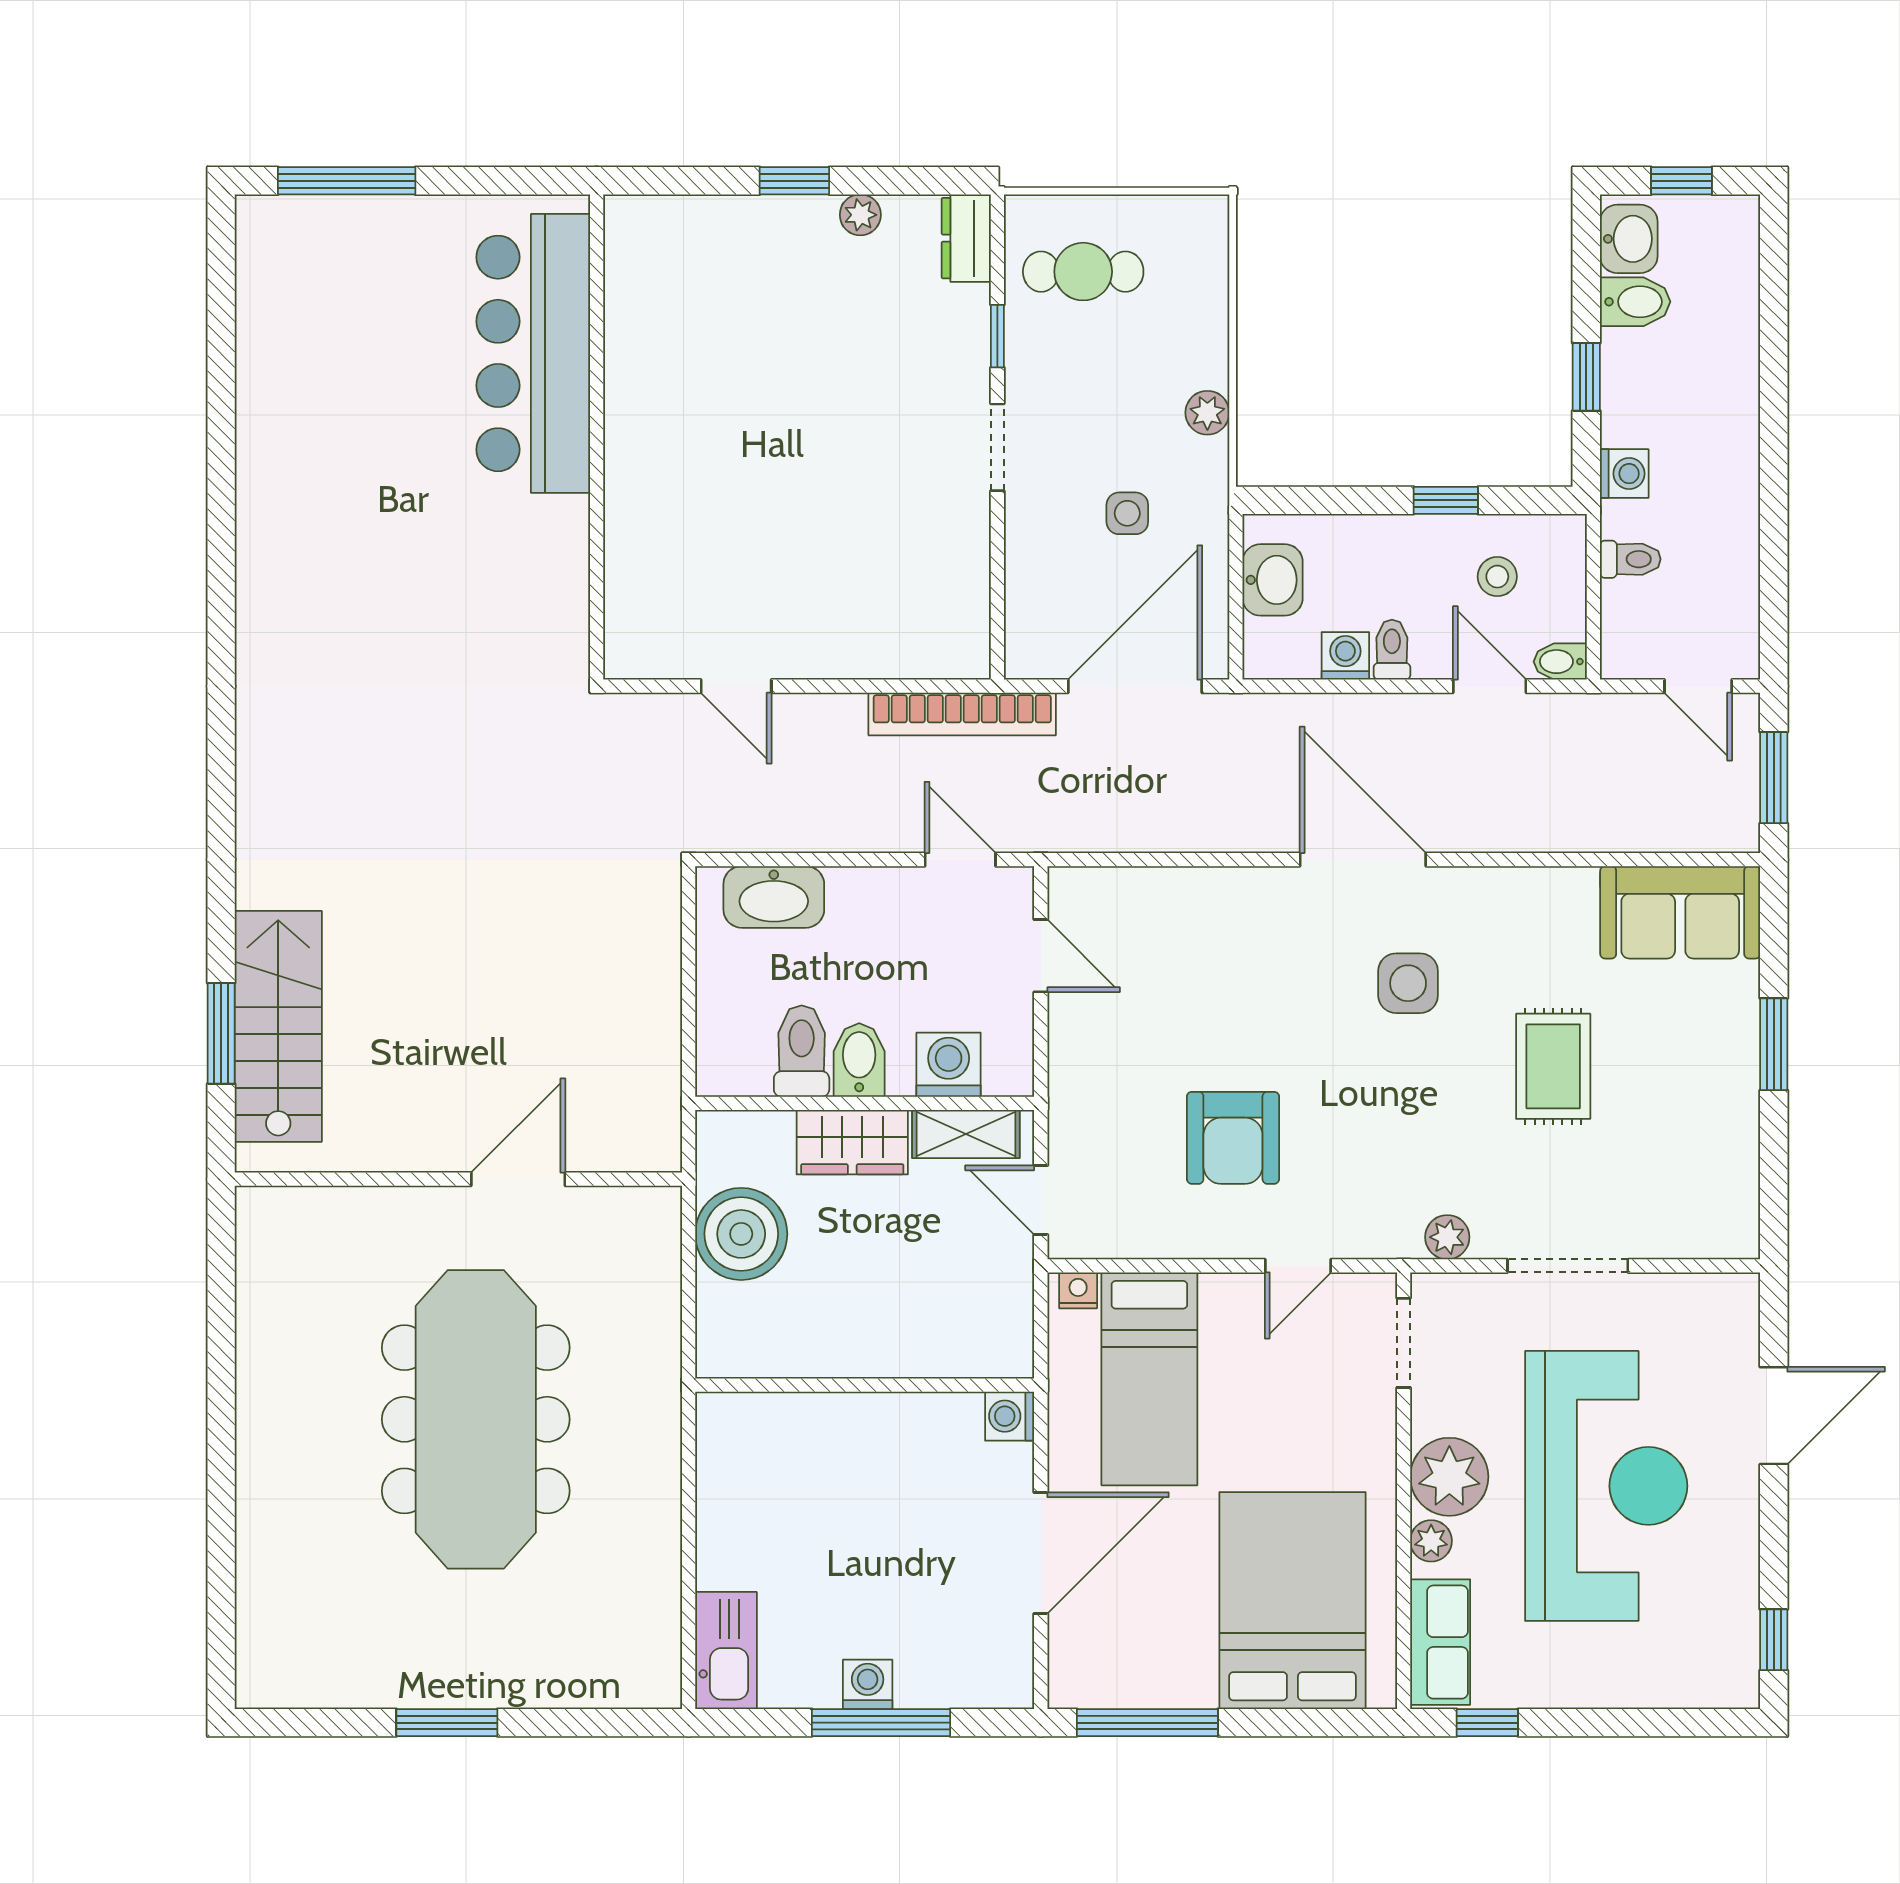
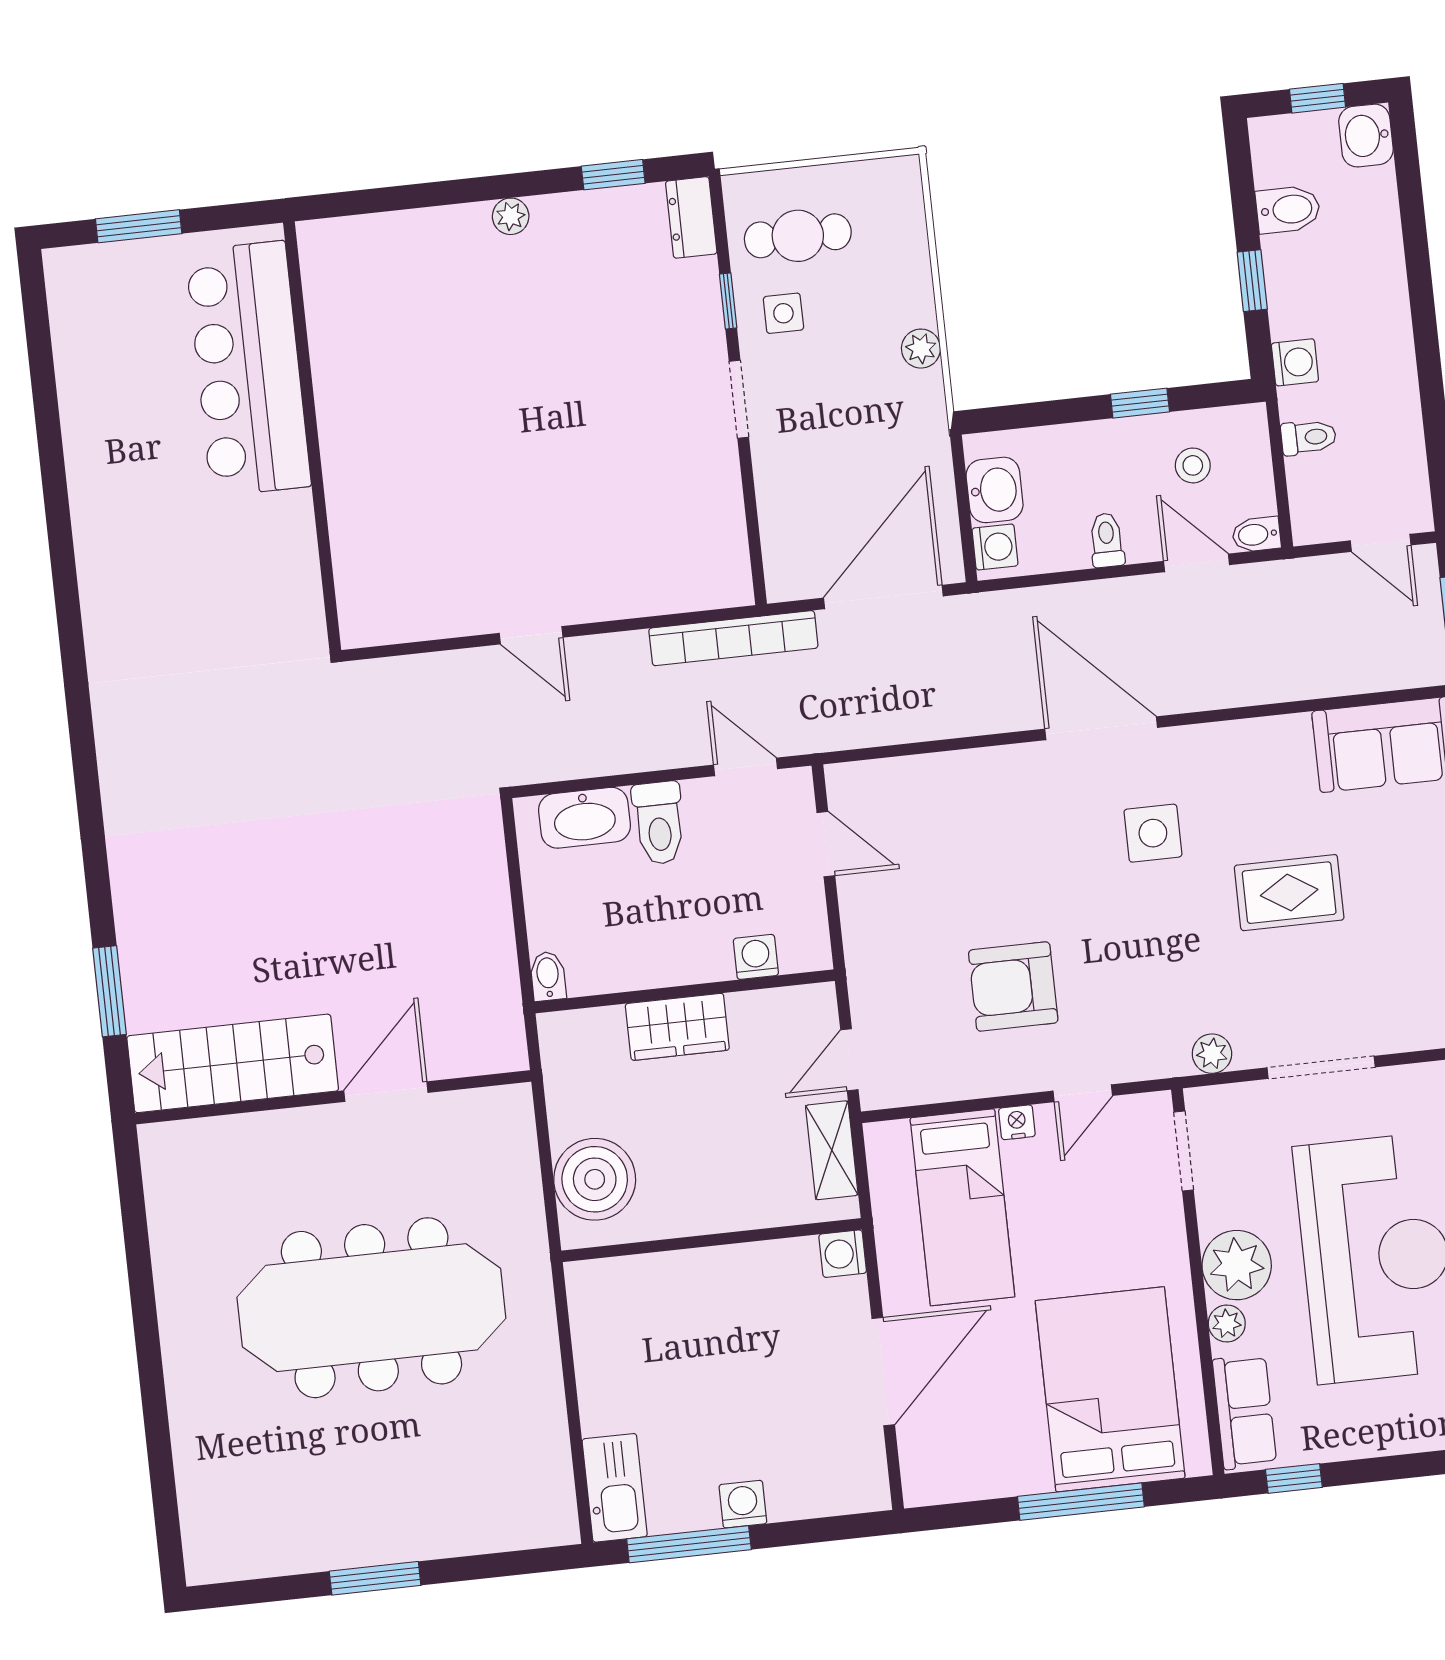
window: (347, 181) -> (139, 226), width x0.69
window: (794, 181) -> (613, 175), moved
plant: (860, 215) -> (511, 216), moved
washbasin: (1629, 239) -> (1366, 136), moved, turned 180
bar counter: (533, 353) -> (248, 369), moved
wall: (597, 437) -> (312, 436), moved
side table: (1127, 513) -> (783, 313), moved
washing machine: (1345, 656) -> (995, 547), moved, turned 90
stairs: (278, 1026) -> (233, 1063), moved, turned -90
toilet: (802, 1051) -> (659, 823), moved, turned 180
bidet: (859, 1060) -> (548, 976), moved, width x0.72, depth x0.74
washing machine: (949, 1065) -> (756, 957), width x0.73, depth x0.73
rug: (1553, 1066) -> (1289, 893), turned 90
shelving: (966, 1134) -> (832, 1150), moved, turned 90
armchair: (1233, 1138) -> (1013, 986), turned 90
door: (1041, 1200) -> (849, 1060), hinge flipped
boiler: (741, 1234) -> (595, 1179), moved
nightstand: (1078, 1290) -> (1017, 1122), moved
meeting table: (476, 1419) -> (371, 1308), turned 90
window: (881, 1723) -> (689, 1544), moved
window: (1147, 1723) -> (1081, 1502), moved

